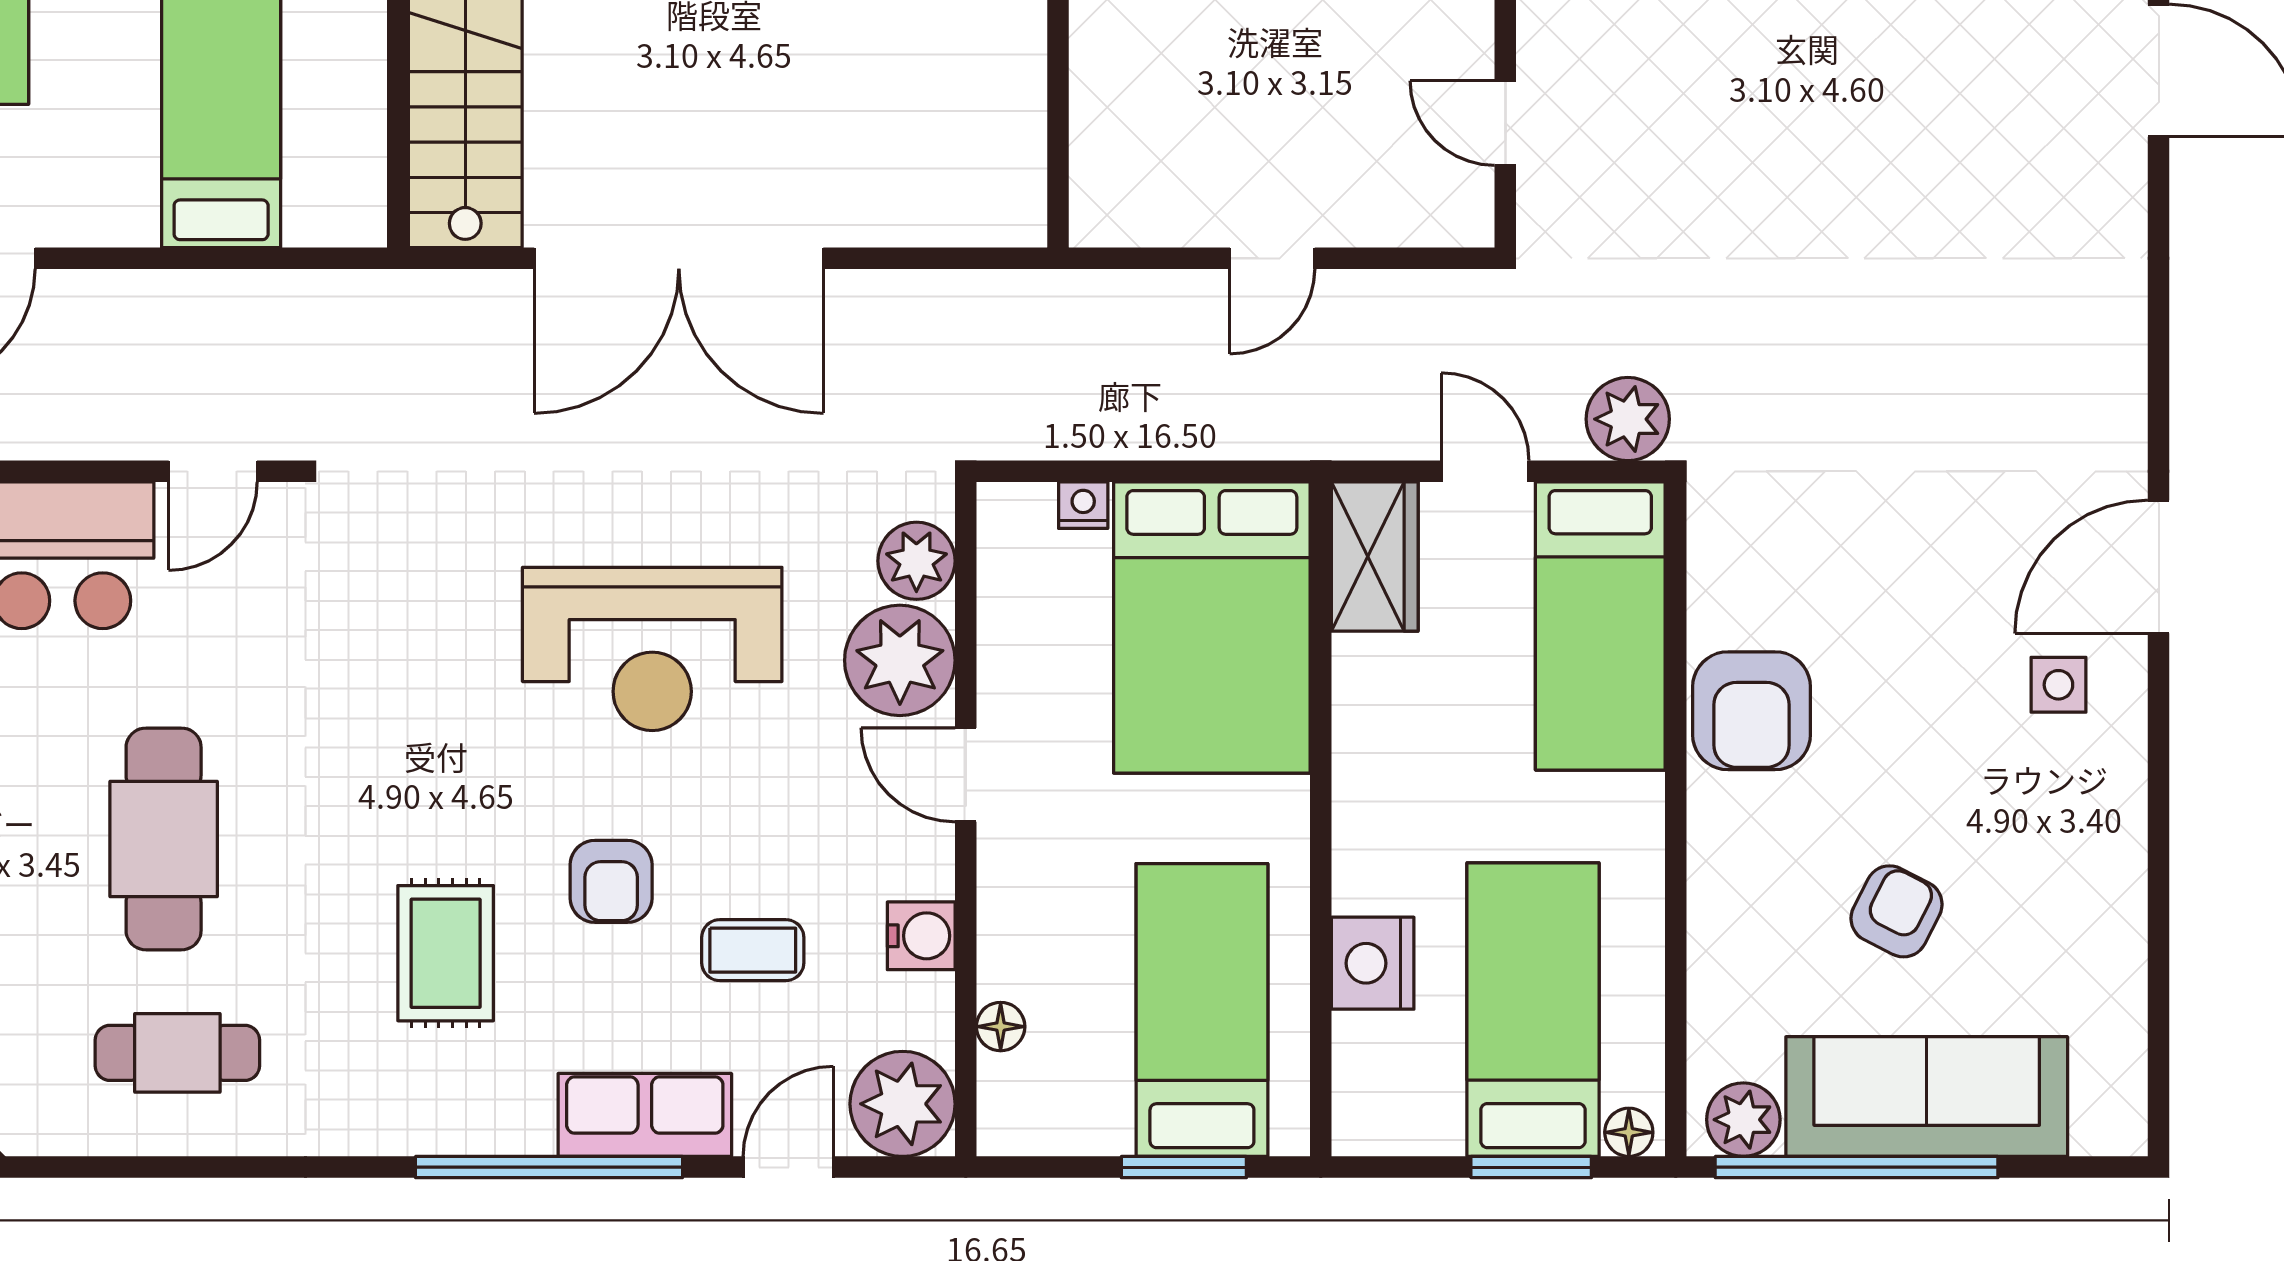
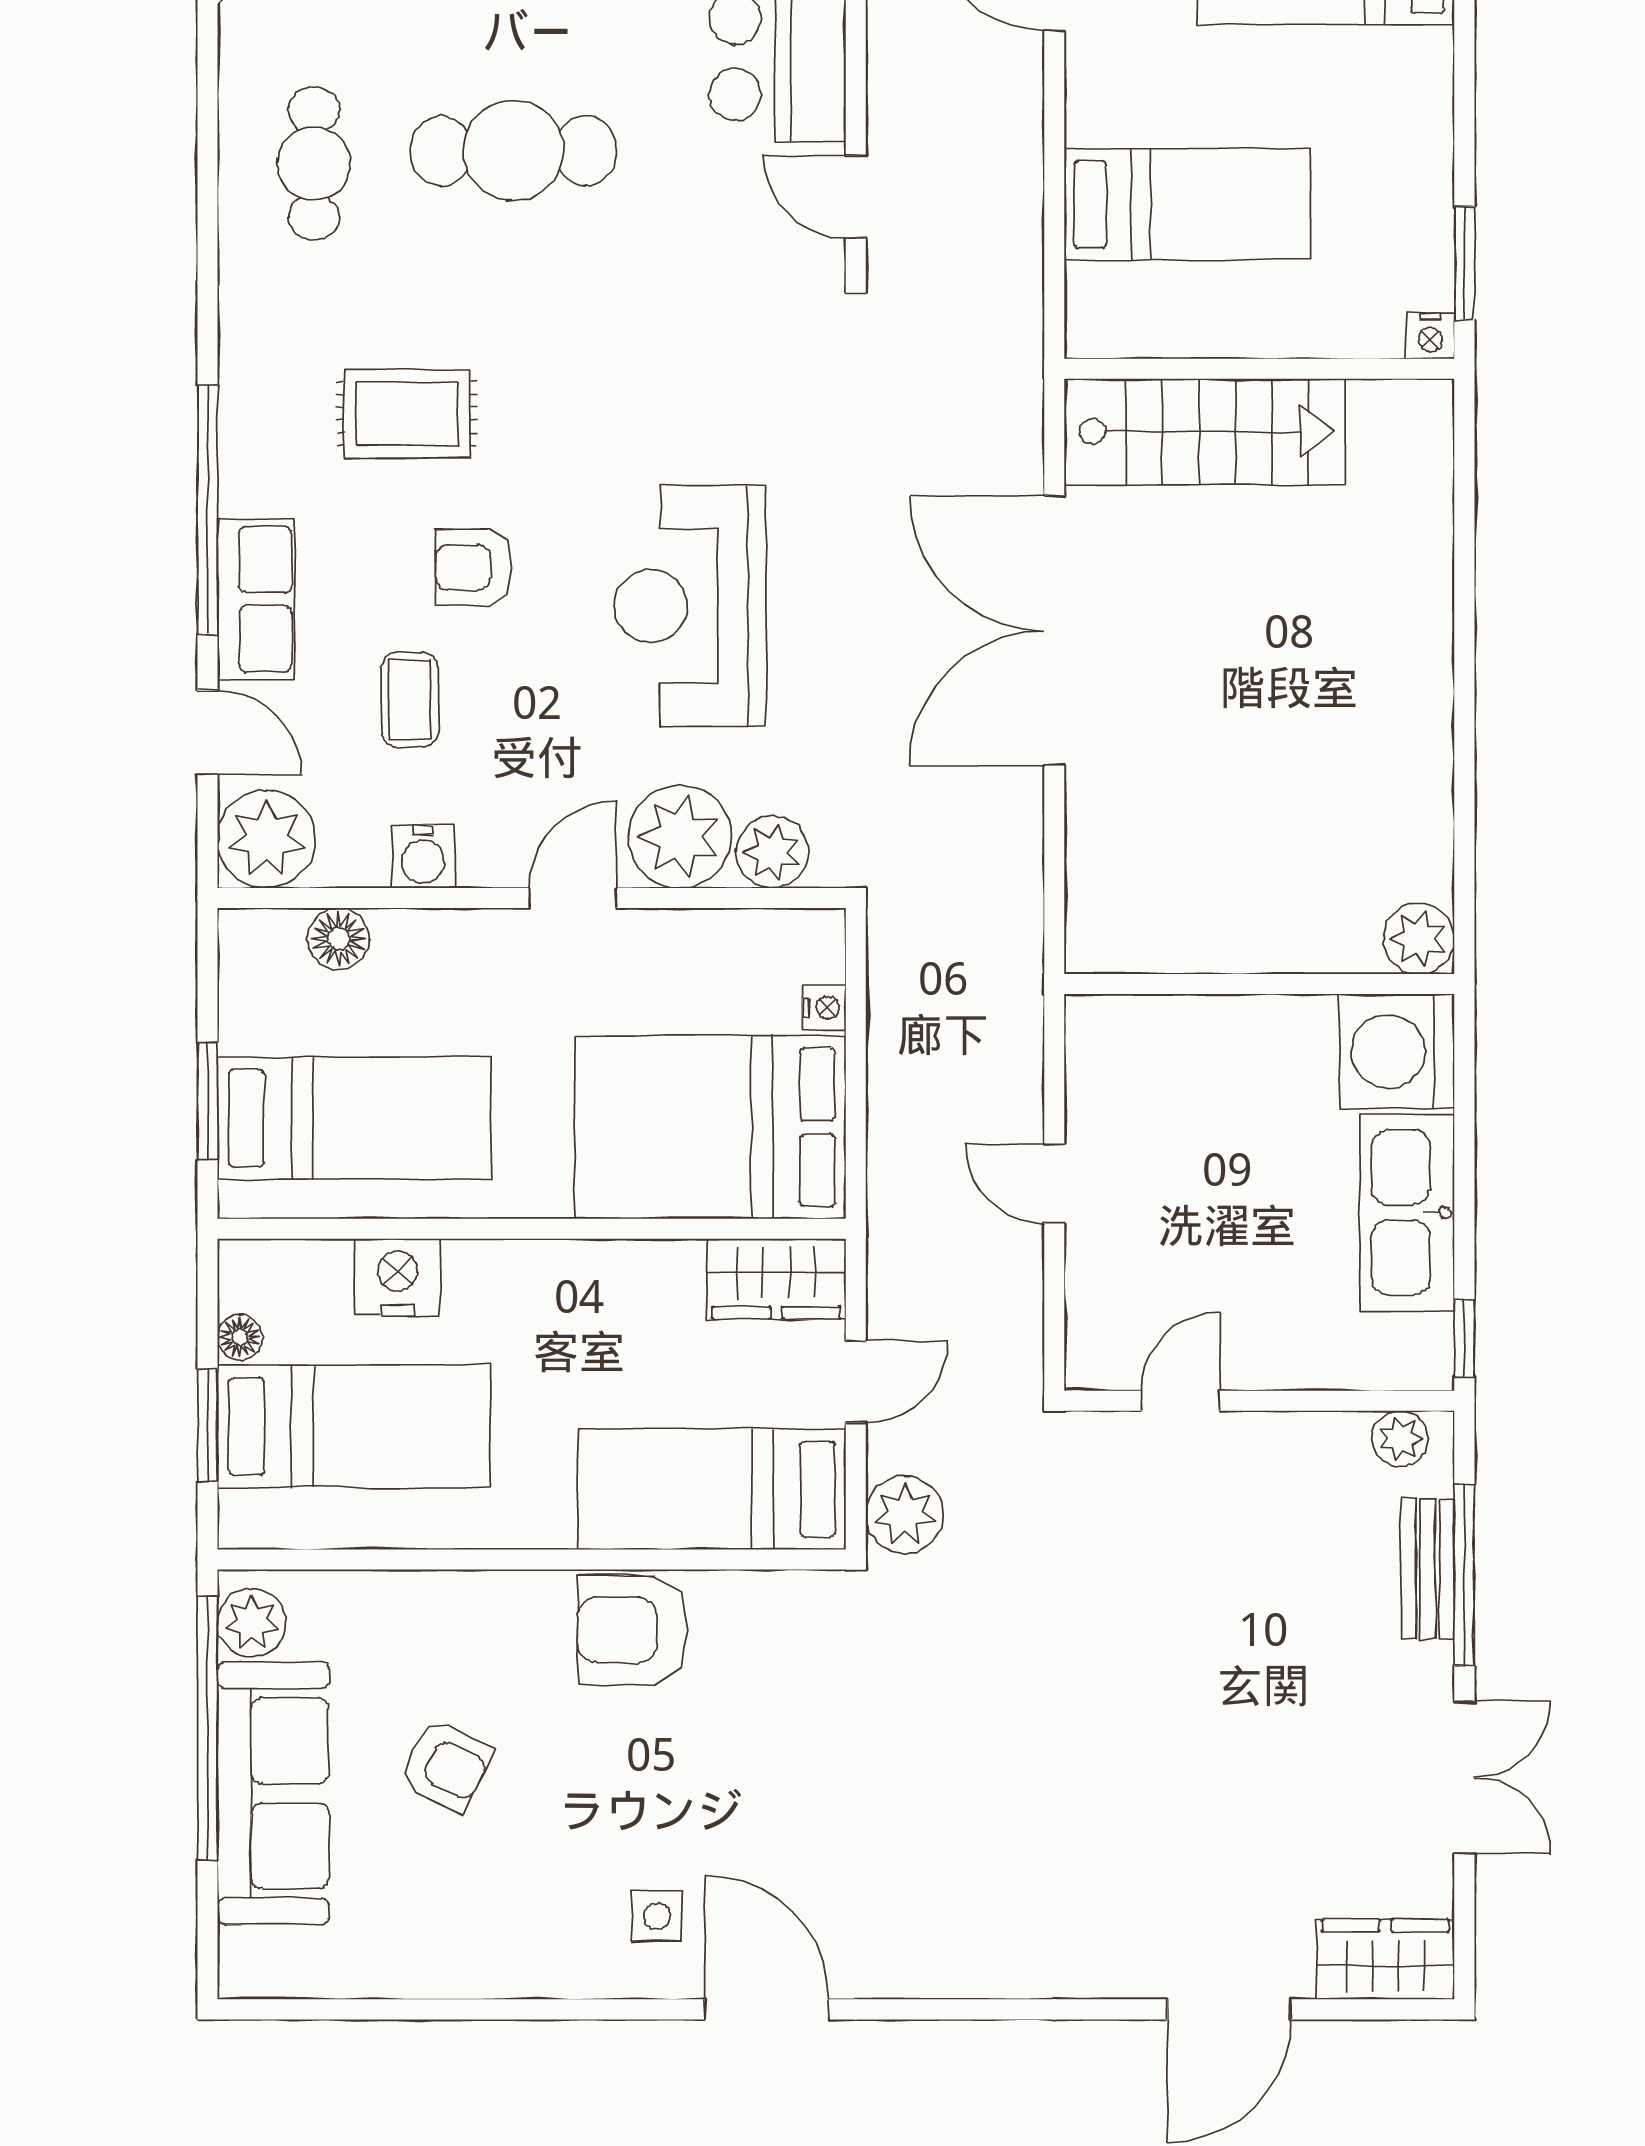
floor lamp: (1001, 1027) -> (338, 939), width x1.37, depth x1.37
floor lamp: (1629, 1132) -> (240, 1337), moved

